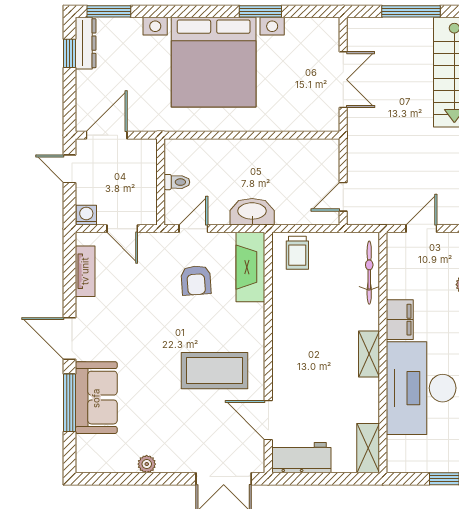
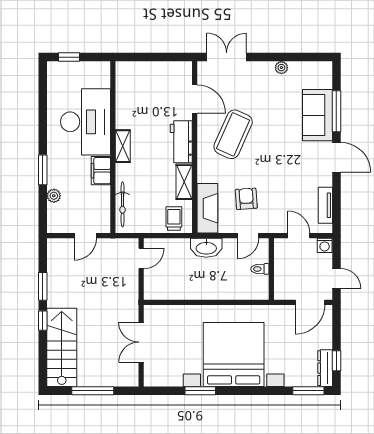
coffee table: (214, 371) -> (233, 134), turned -66
shelving: (368, 448) -> (184, 182), moved
workbench: (301, 458) -> (181, 142), moved, turned 90

